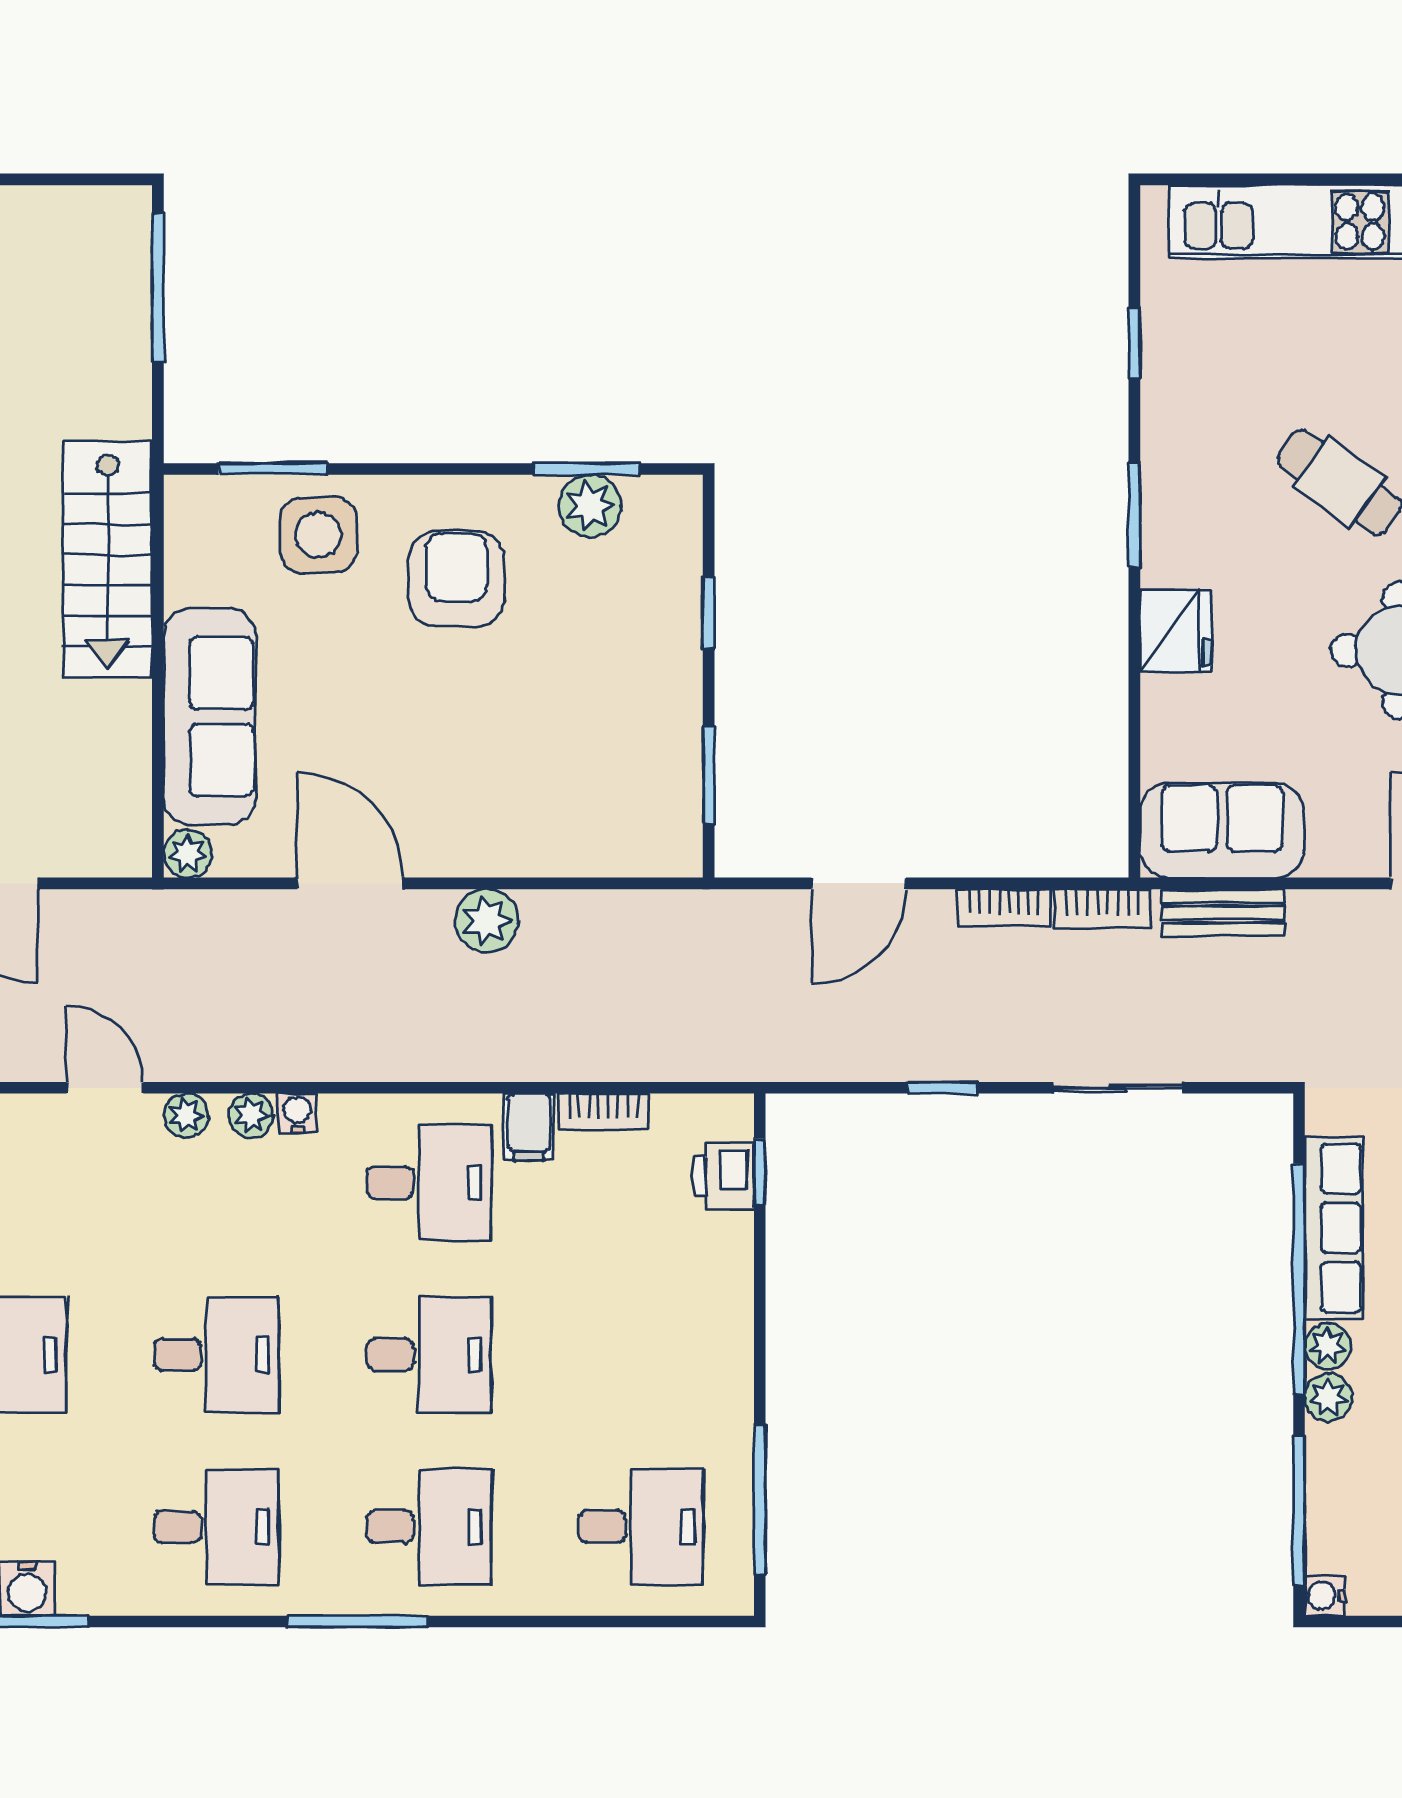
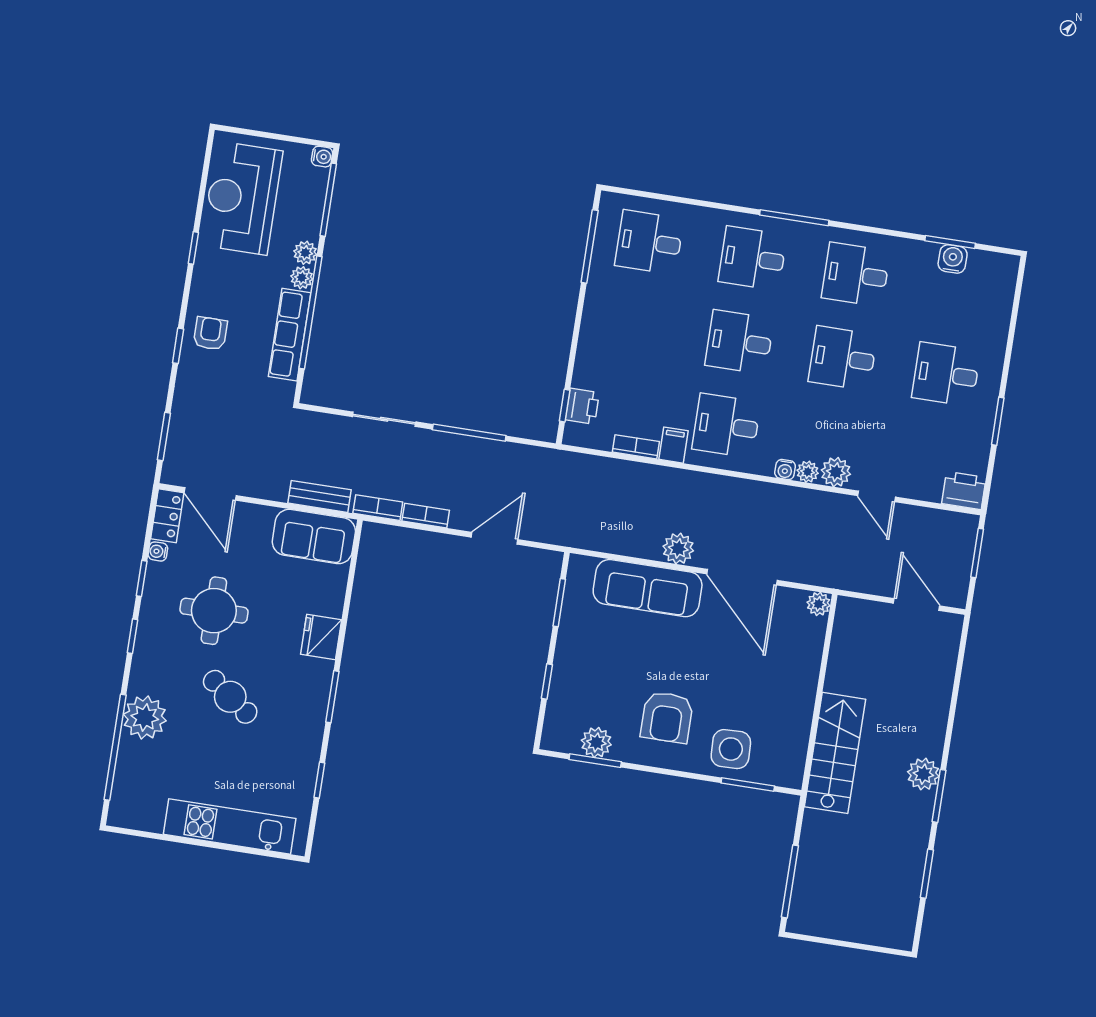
sofa: (210, 717) -> (648, 588), moved, turned -90
door: (350, 883) -> (742, 577), width x1.36
window: (943, 1088) -> (469, 433), width x2.17
plant: (186, 1115) -> (836, 472), width x1.38, depth x1.38

